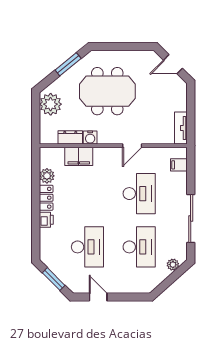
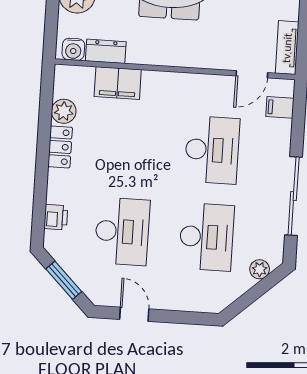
water cooler: (90, 138) -> (73, 49), moved
door: (132, 146) -> (252, 74), moved
printer: (46, 220) -> (56, 217), moved

